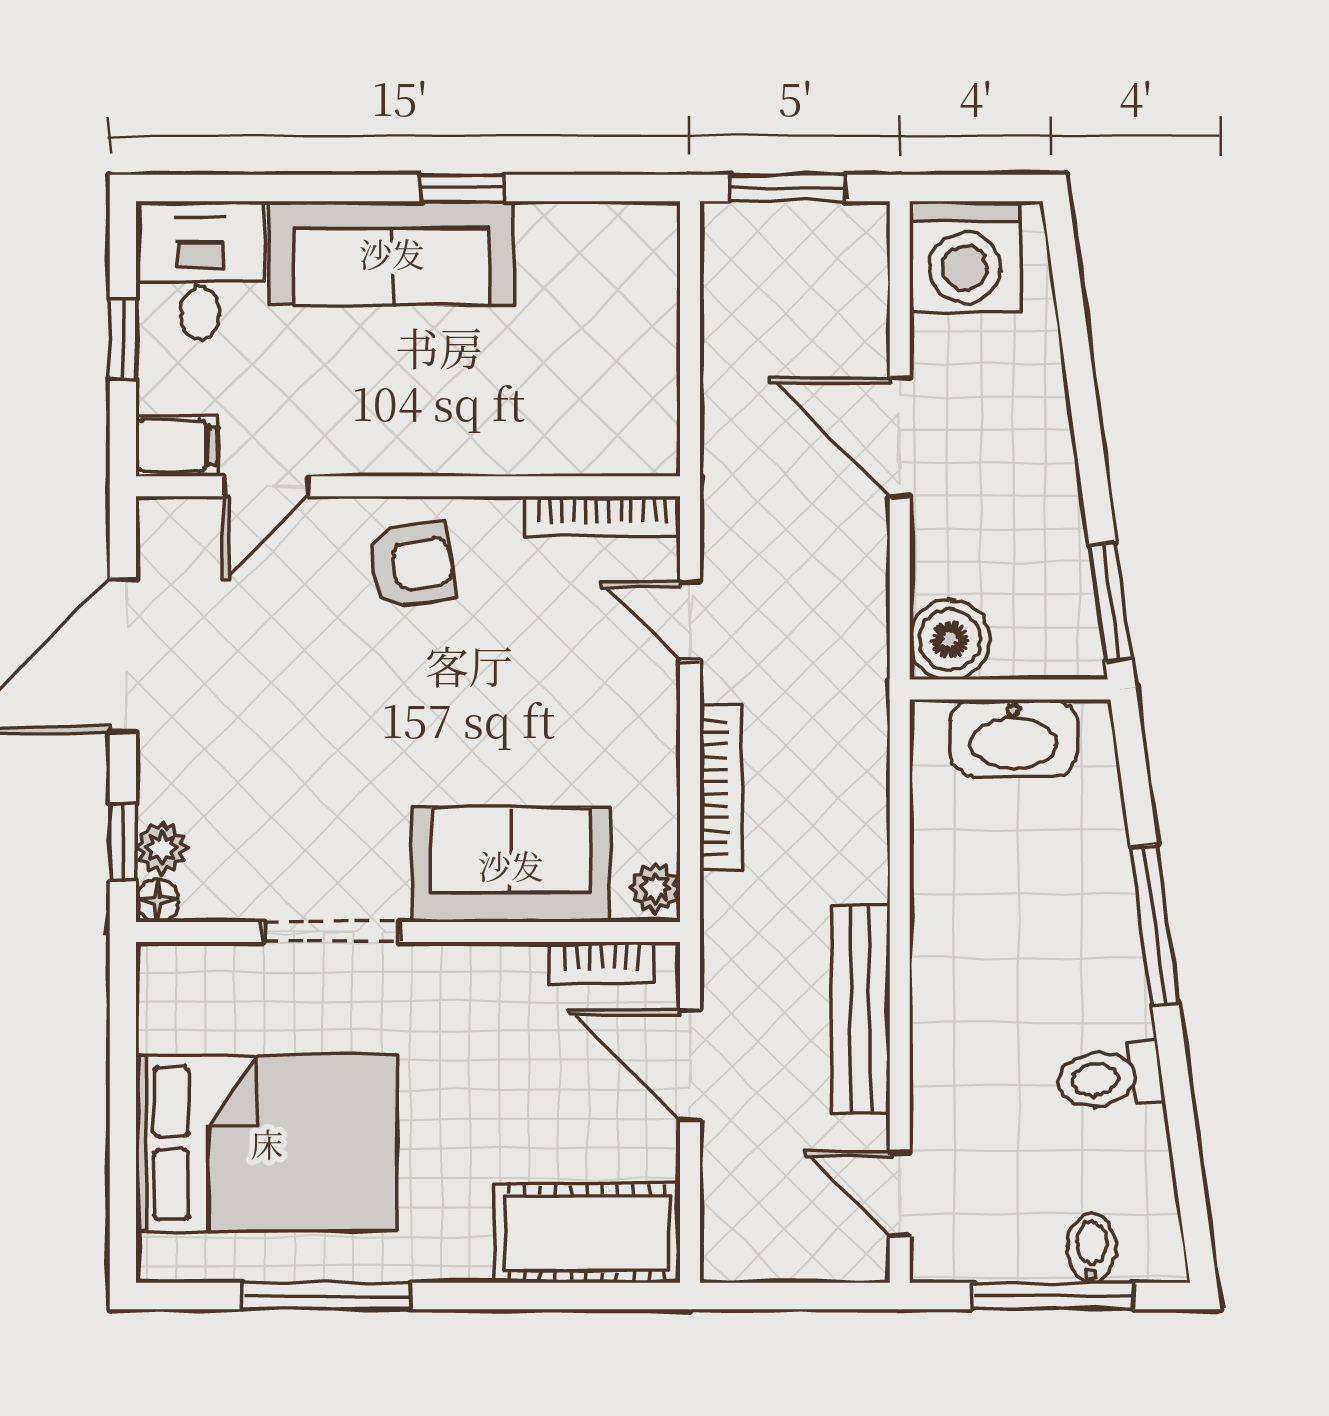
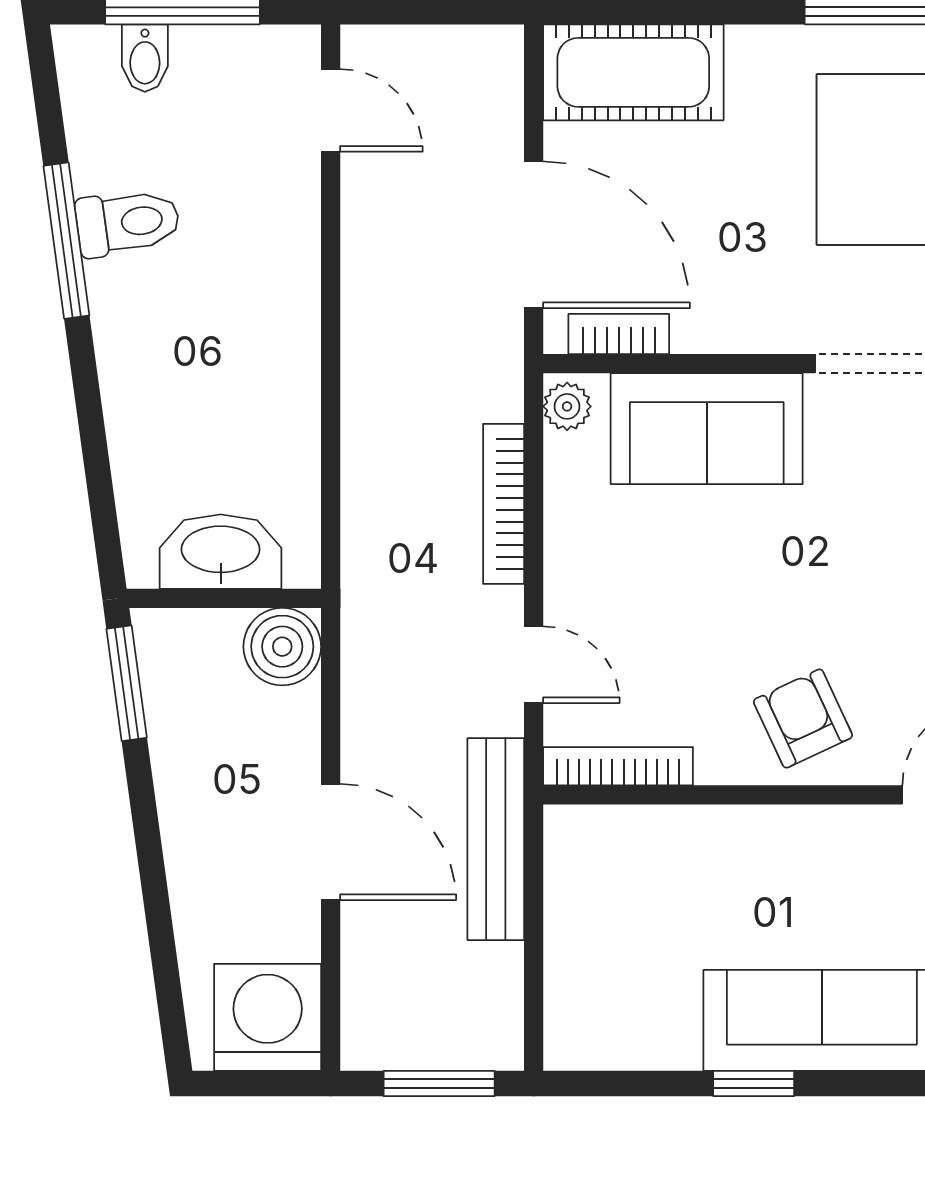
armchair: (411, 565) -> (803, 718), turned 74
window: (1155, 925) -> (66, 241), moved
bench: (861, 1009) -> (496, 839), moved
door: (690, 1065) -> (534, 235), width x1.36

